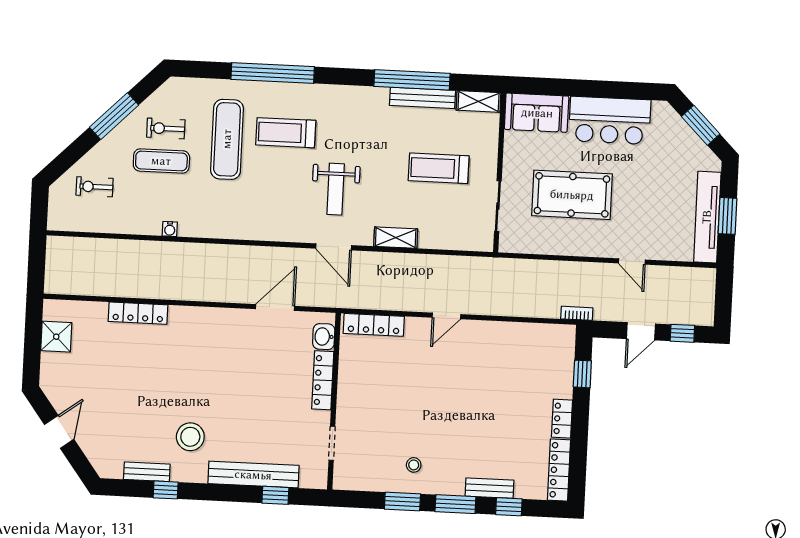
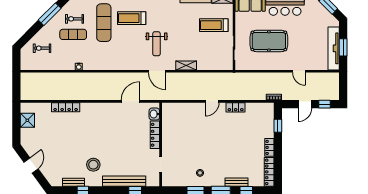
treadmill: (439, 168) -> (214, 25), moved
locker: (374, 325) -> (236, 107), moved, width x0.66

